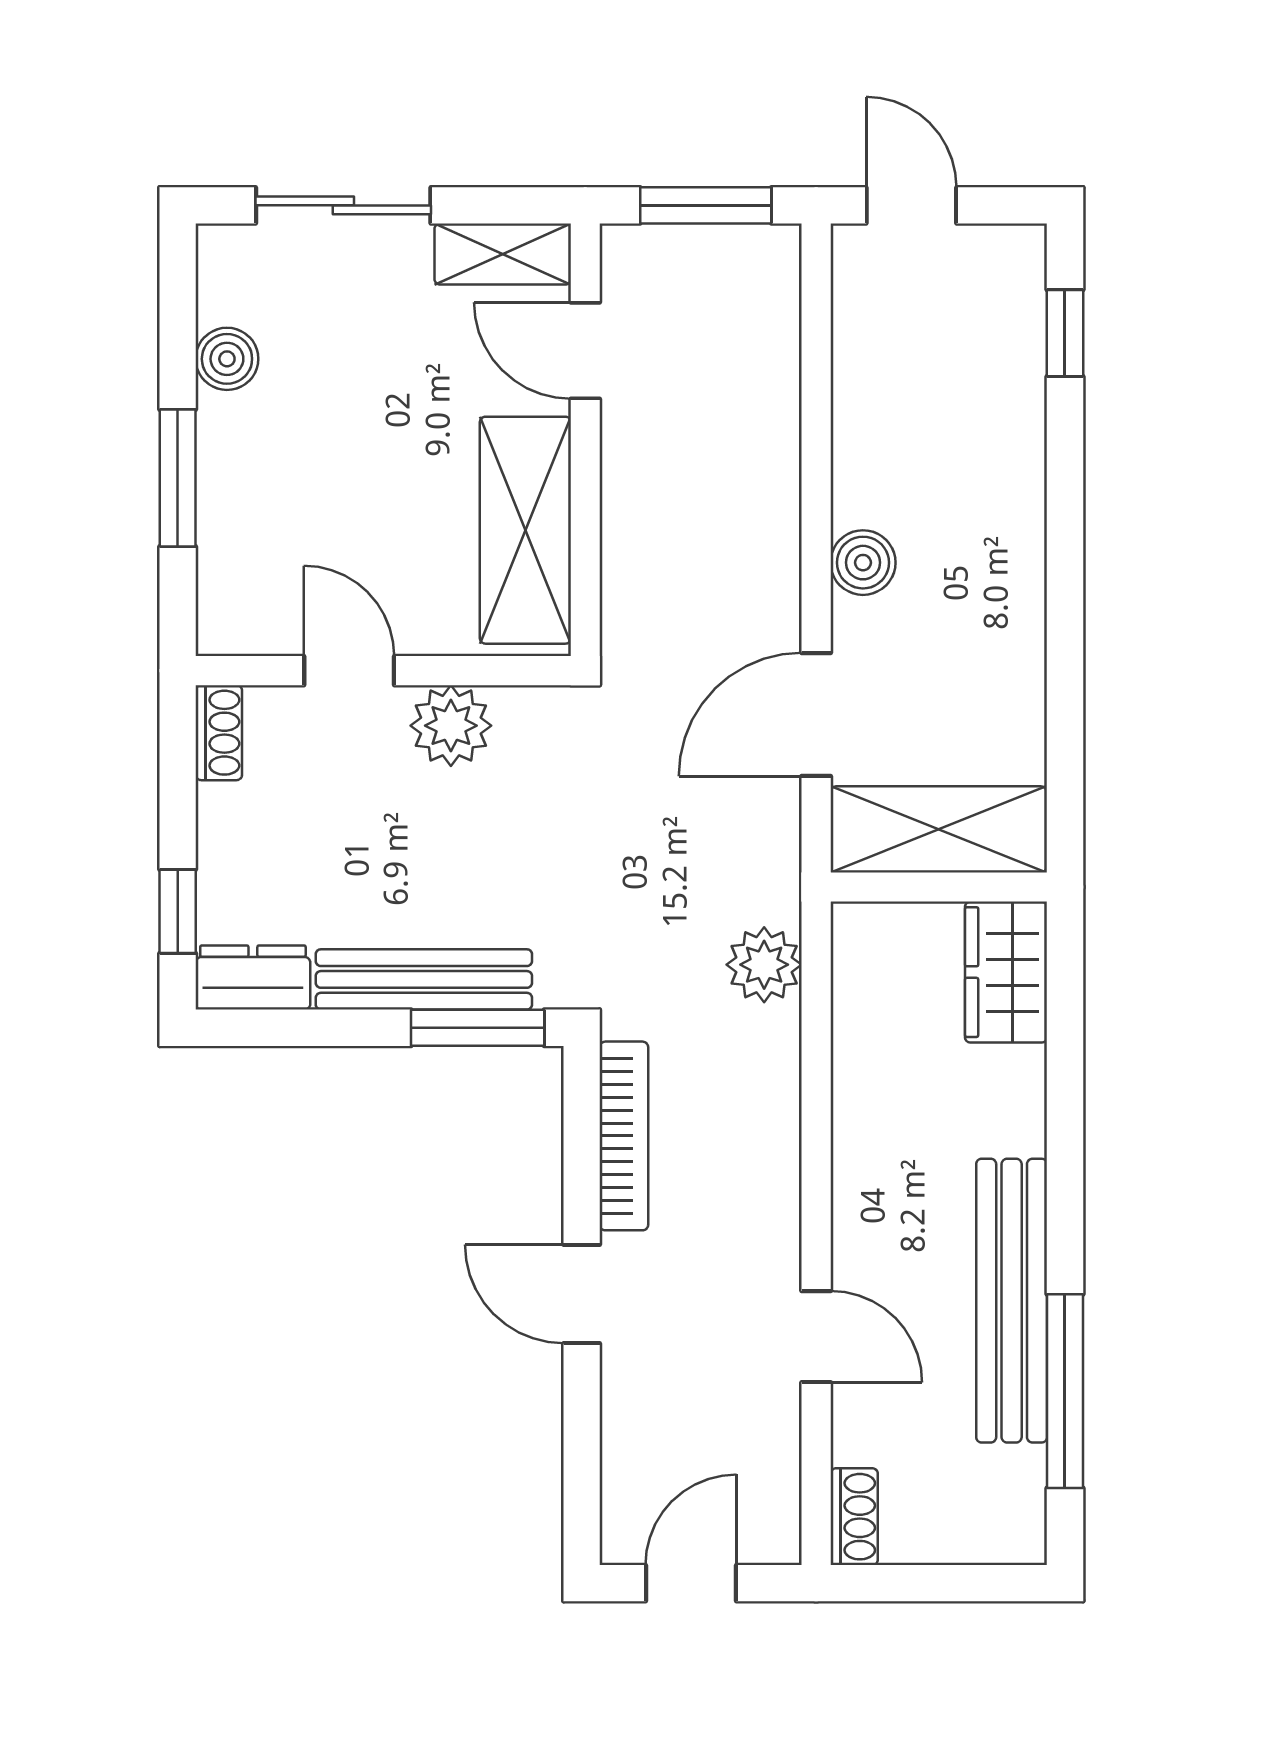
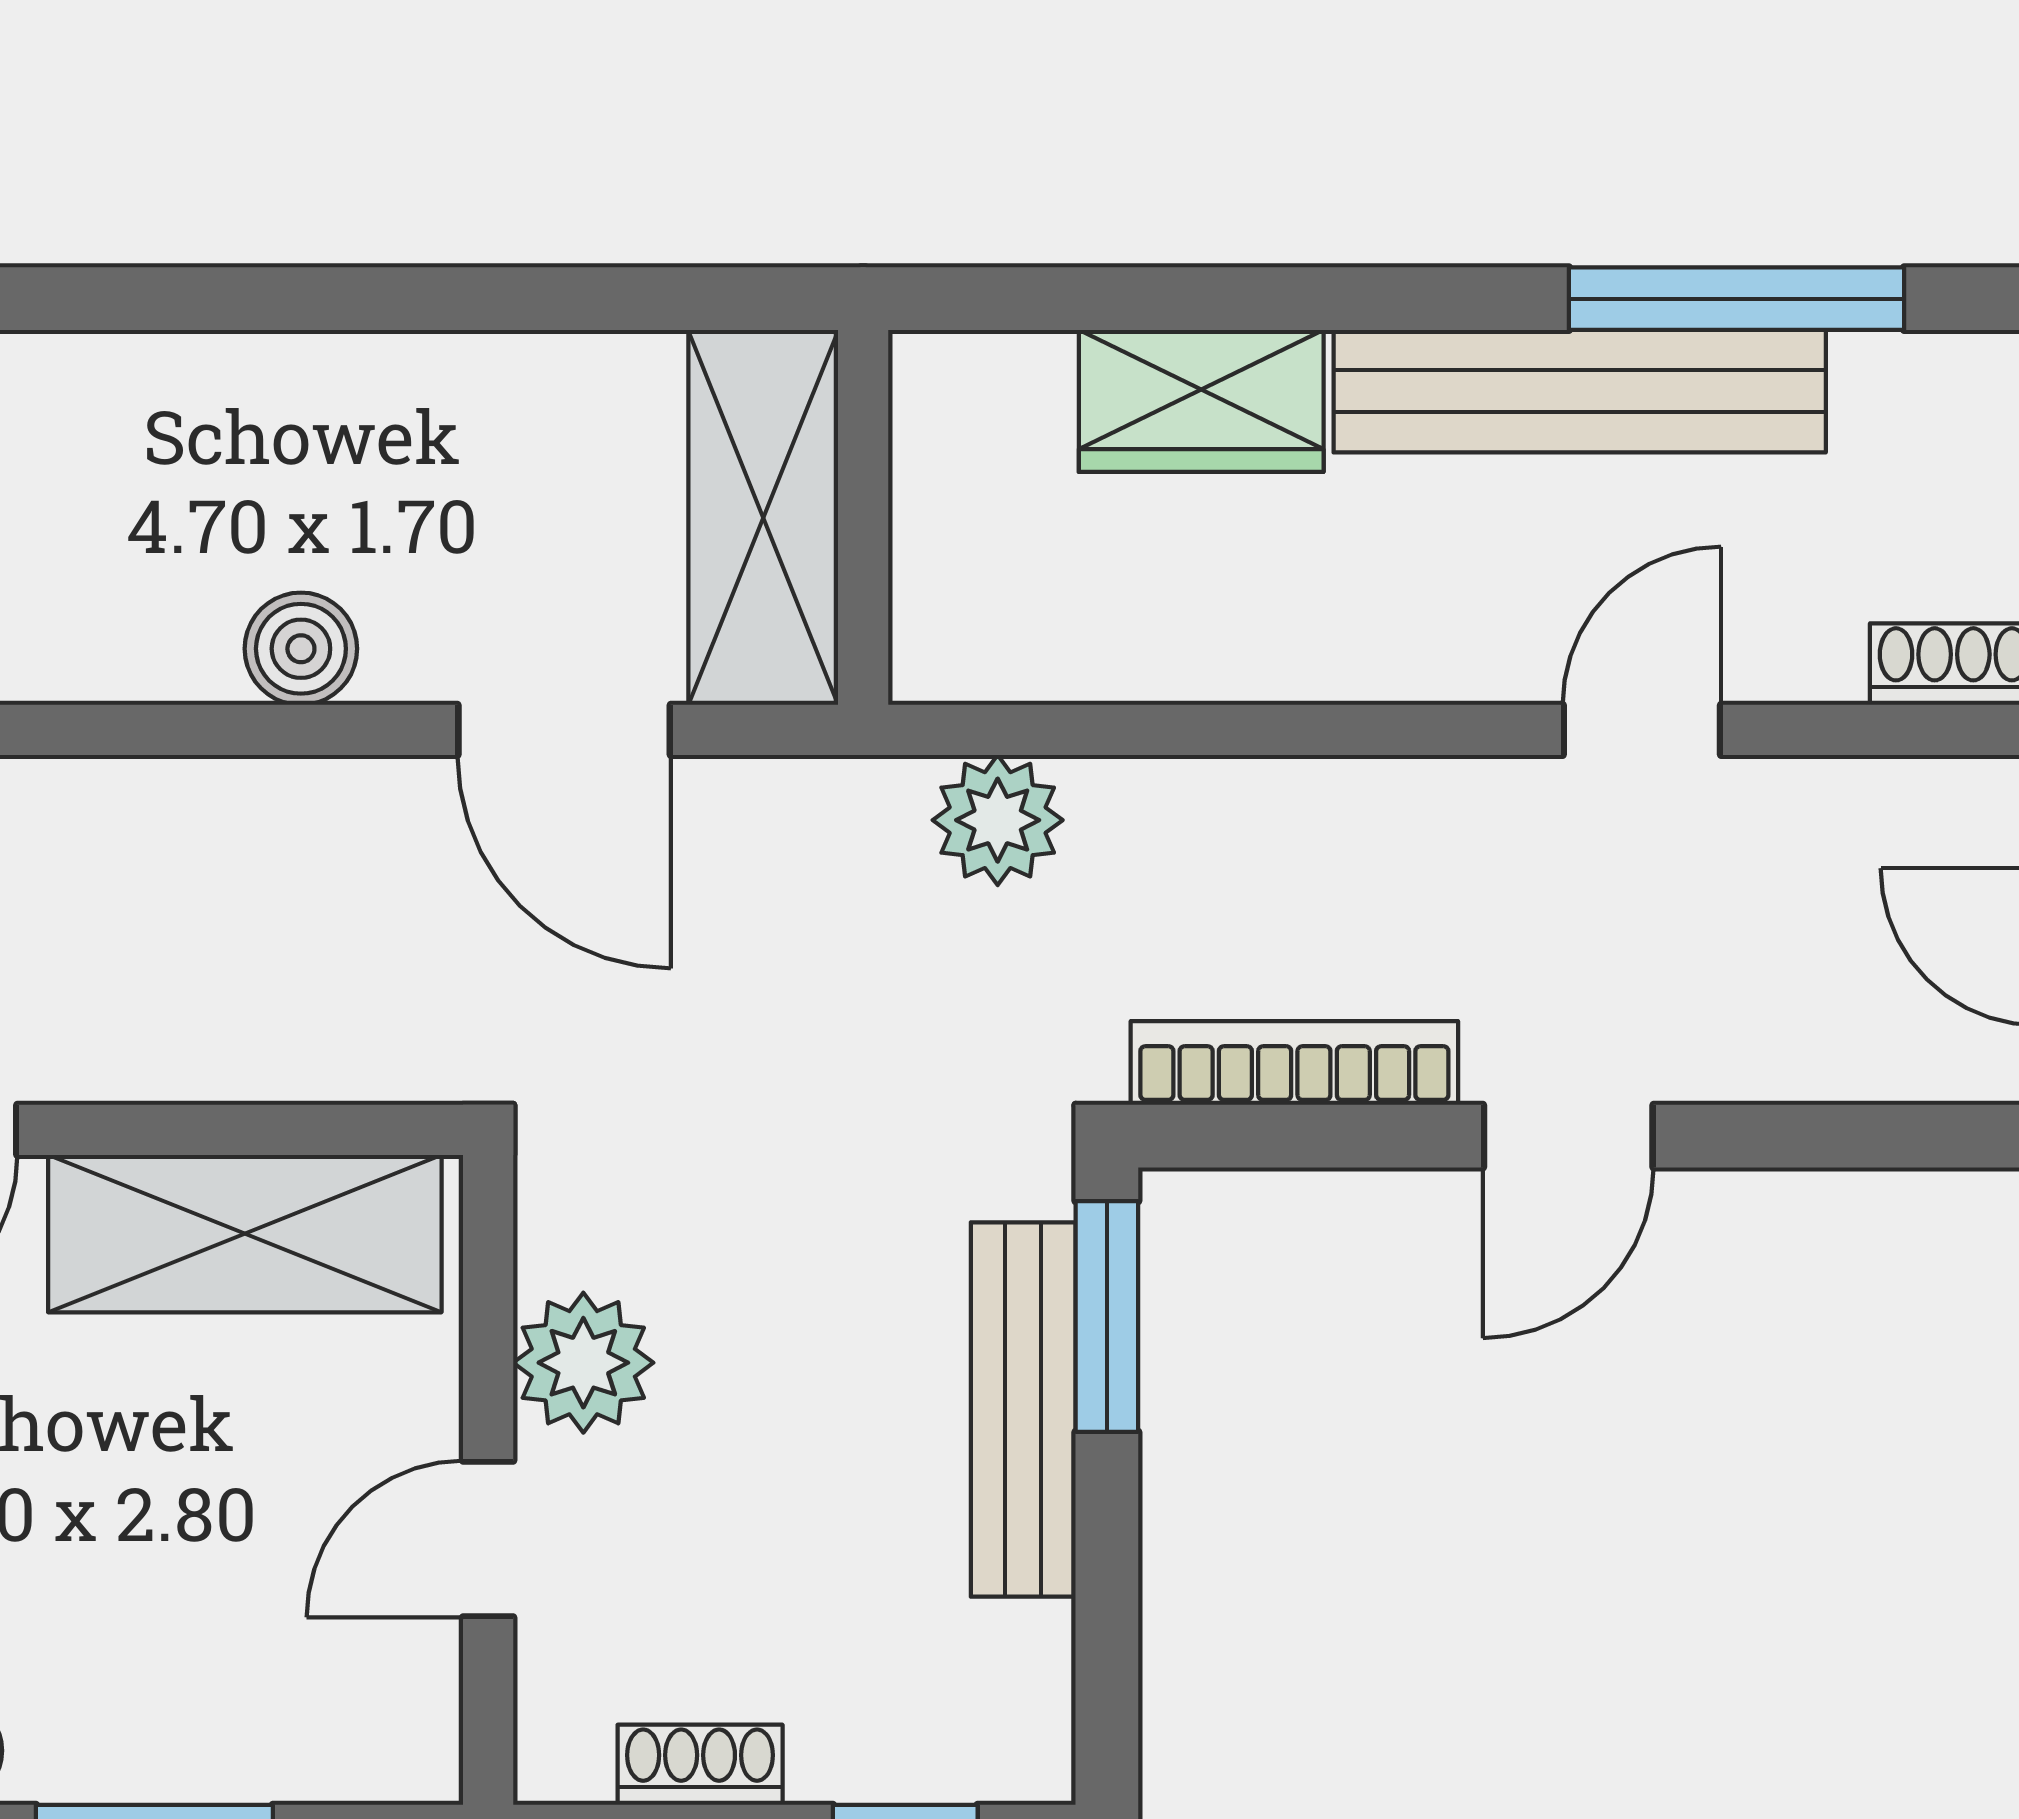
shoe rack: (219, 733) -> (700, 1765), moved
wardrobe: (1006, 972) -> (1201, 401), moved
dresser: (253, 978) -> (1020, 1706), removed

